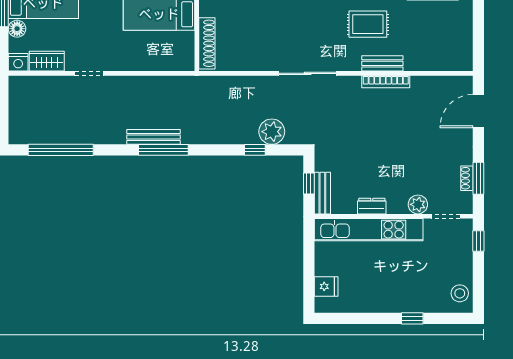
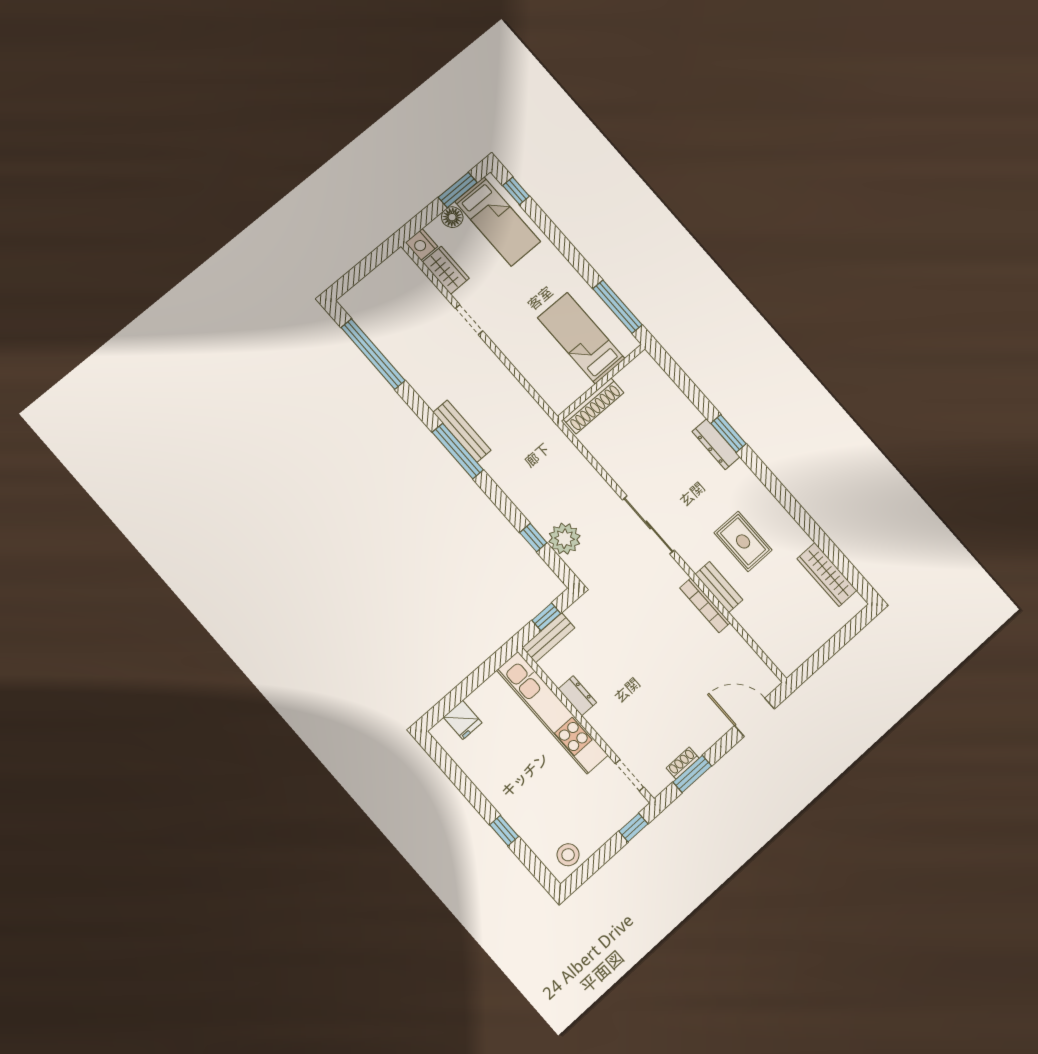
plant: (418, 204) -> (617, 738), removed

